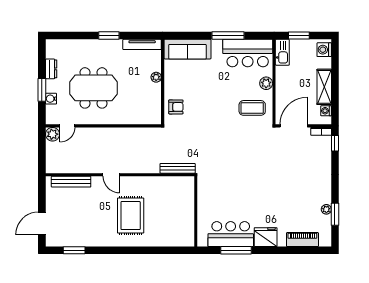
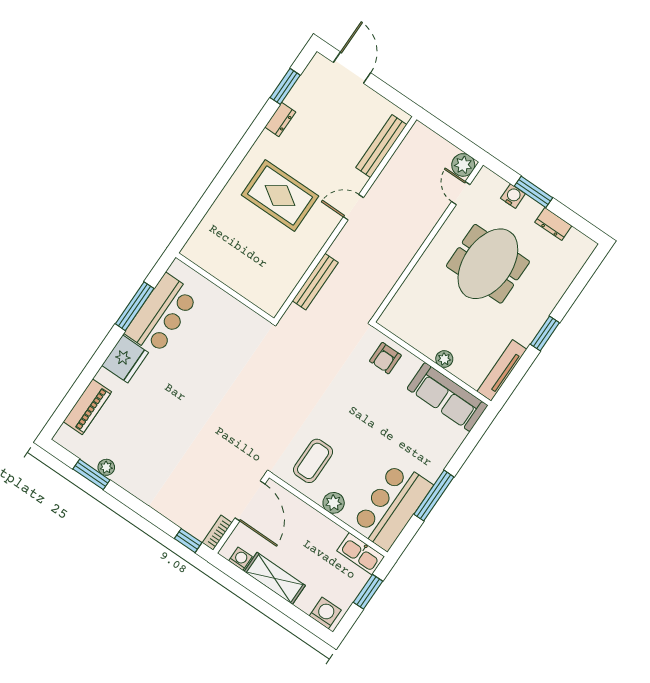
sofa: (187, 49) -> (447, 397), moved, turned -90
bench: (178, 168) -> (315, 282), moved
dresser: (92, 241) -> (280, 119), added

